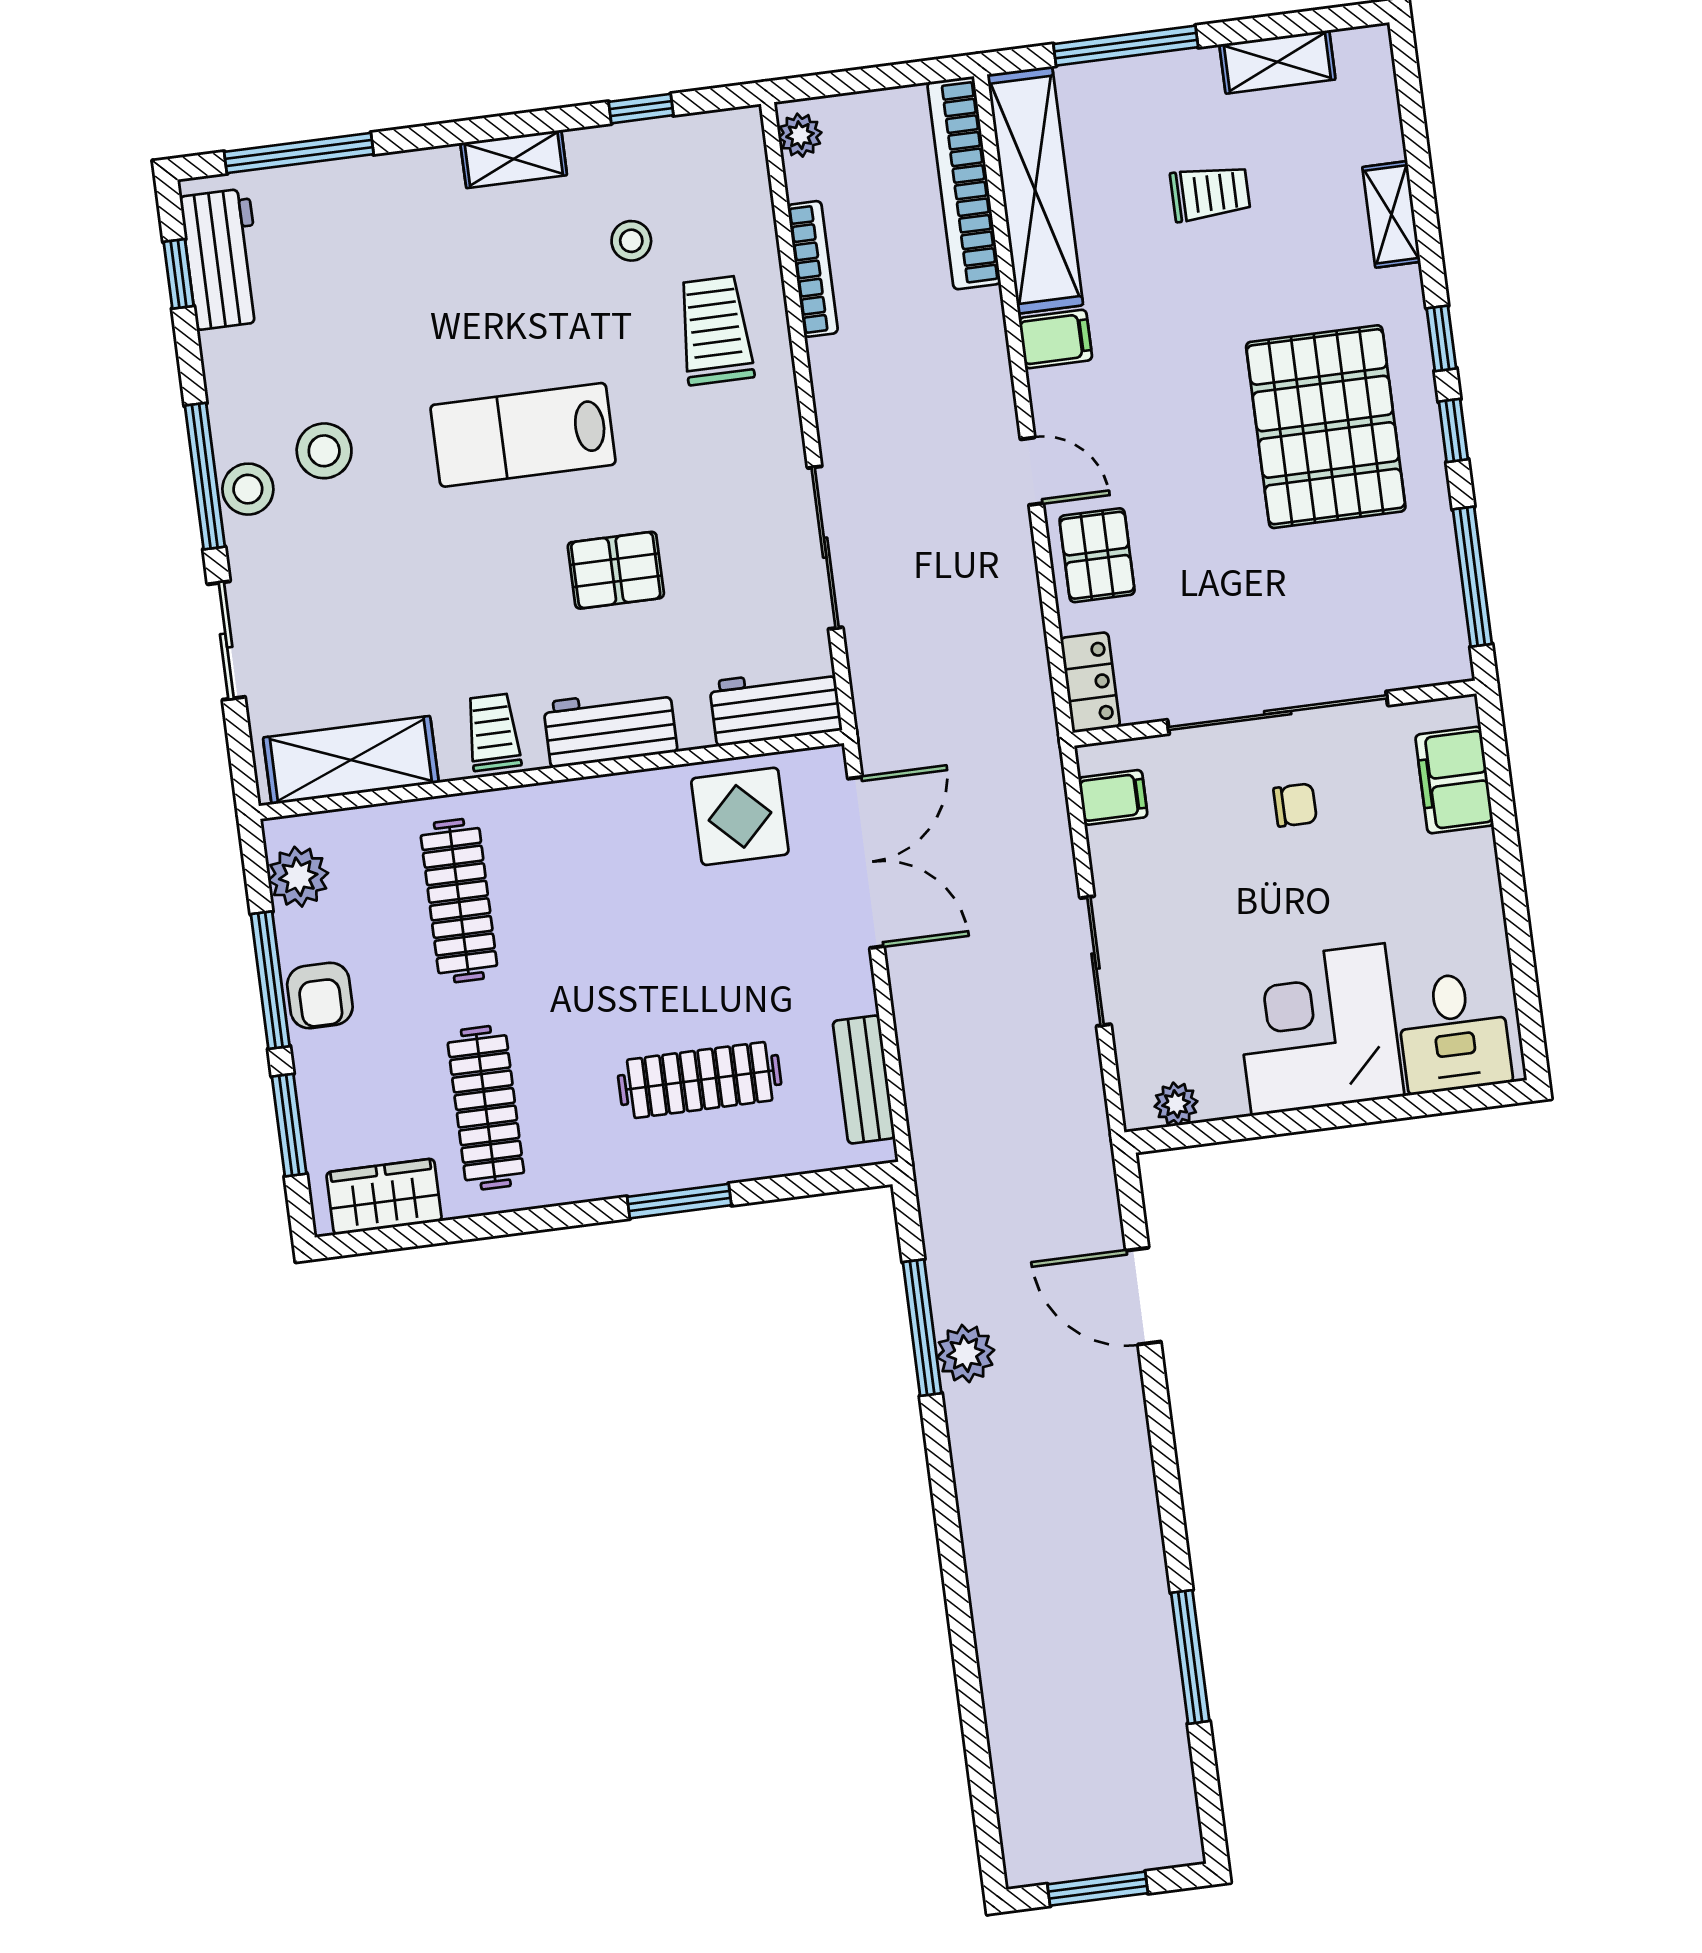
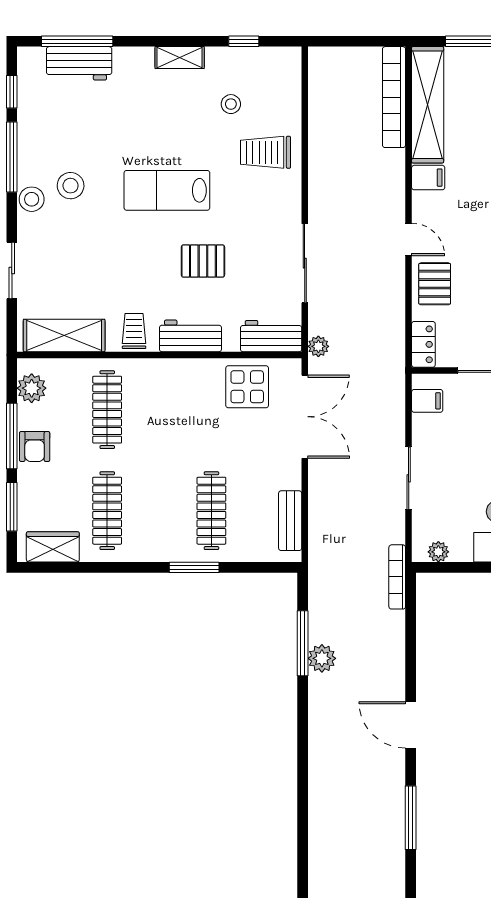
plant: (800, 135) -> (318, 346), moved
workbench: (223, 259) -> (79, 63), moved, turned 90
bookcase: (813, 269) -> (397, 577), moved, turned 180
trolley: (715, 330) -> (266, 152), turned -90
window: (205, 476) -> (12, 157), moved
clothes rail: (700, 1080) -> (211, 511), turned 90
door: (1143, 1296) -> (411, 725), moved

